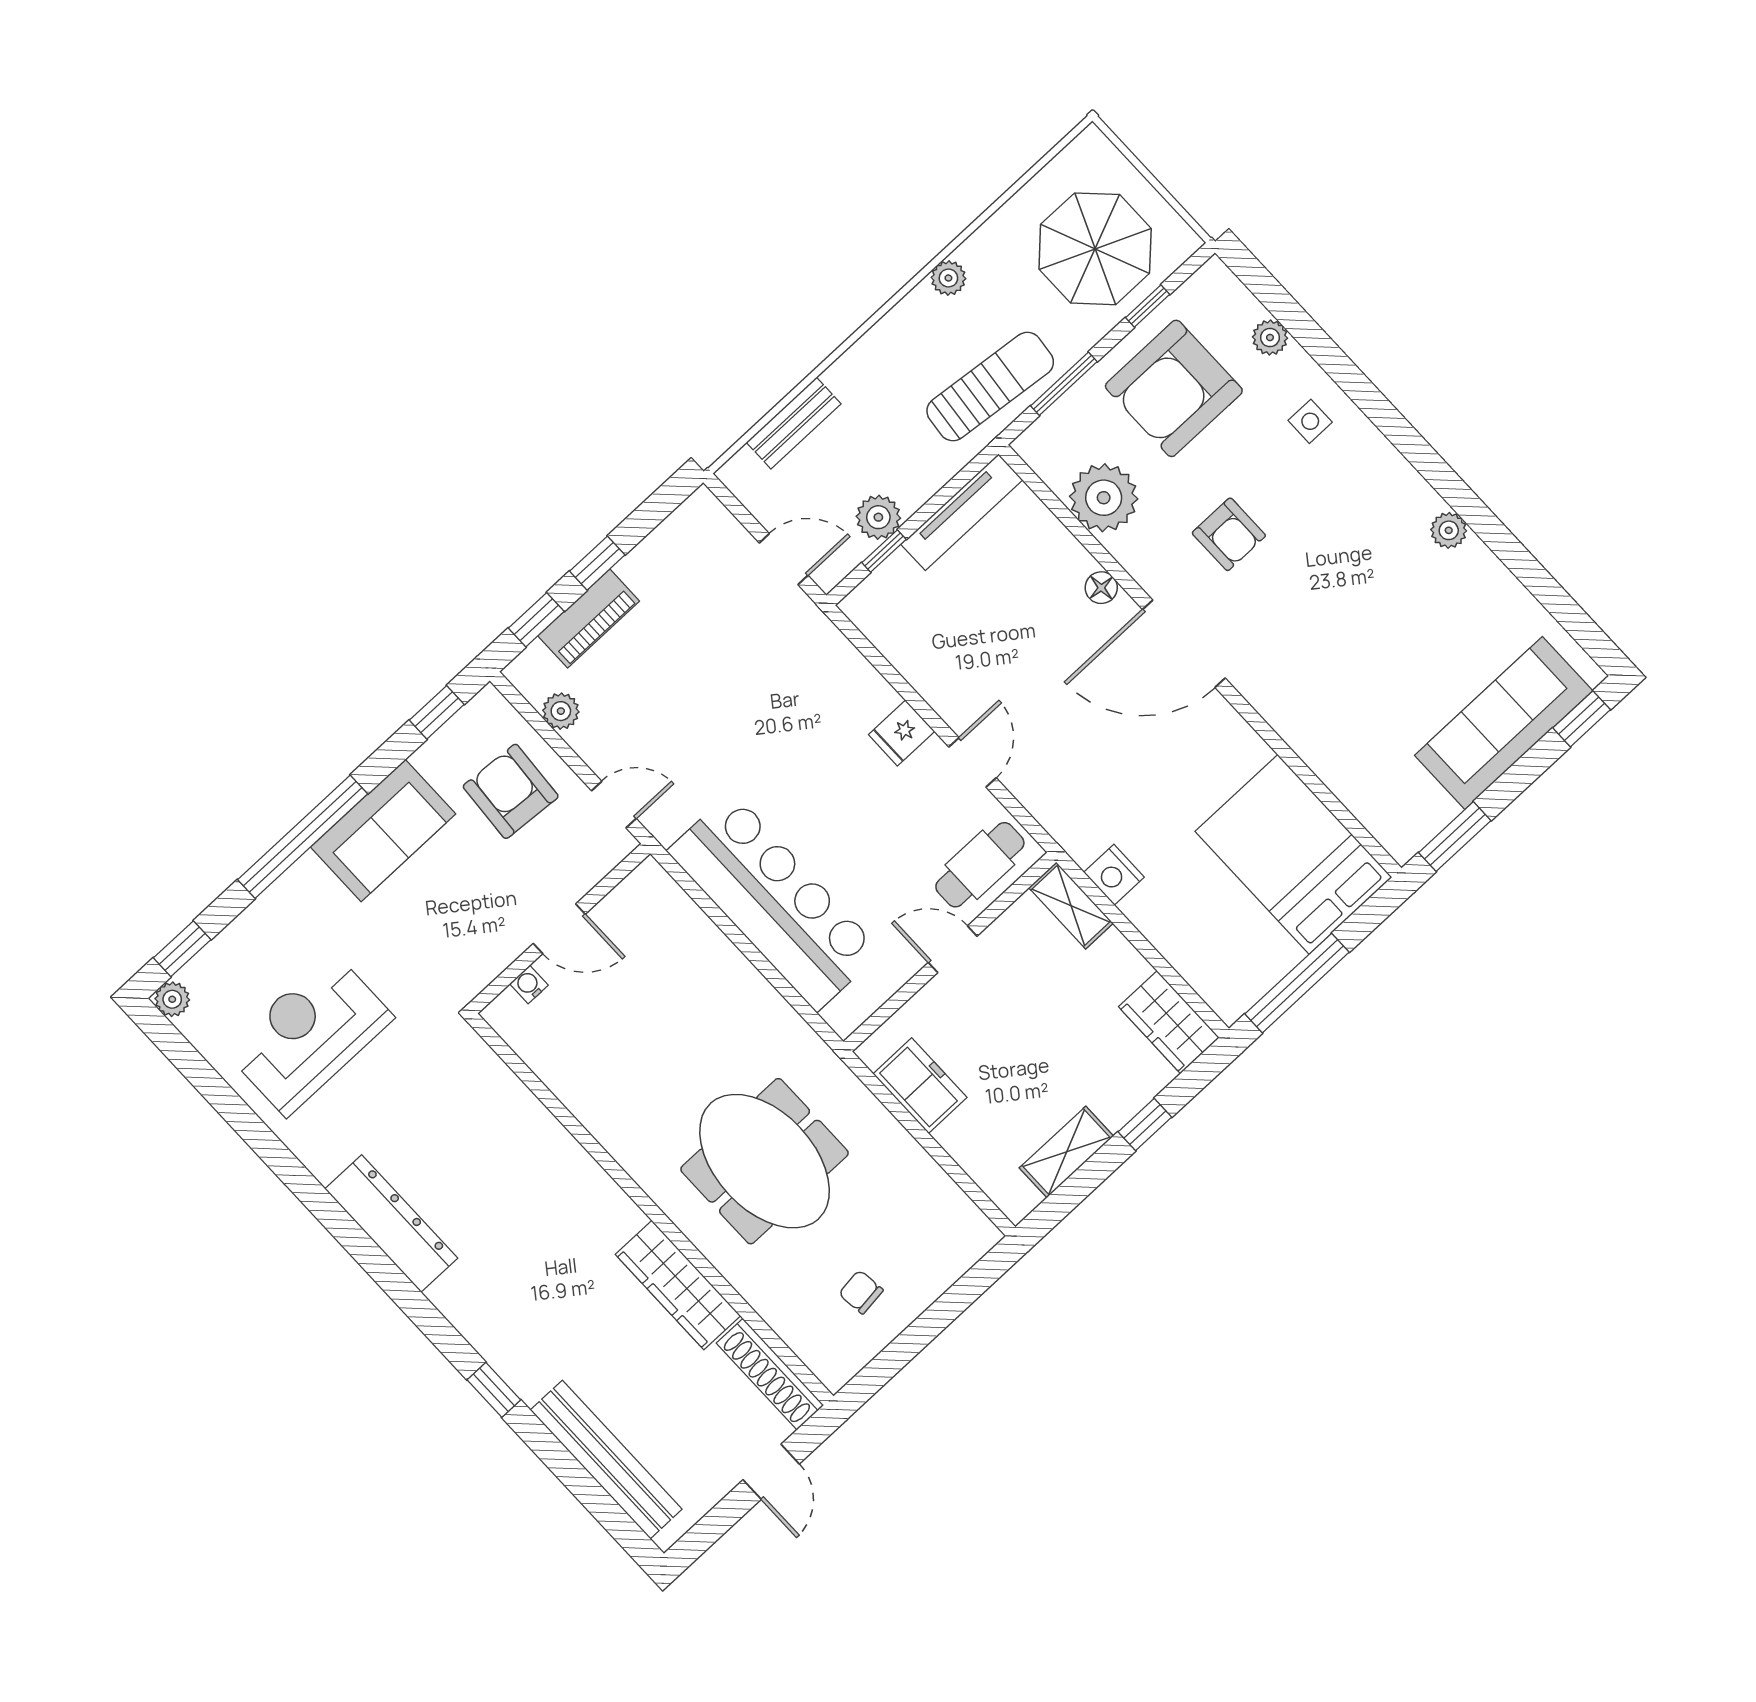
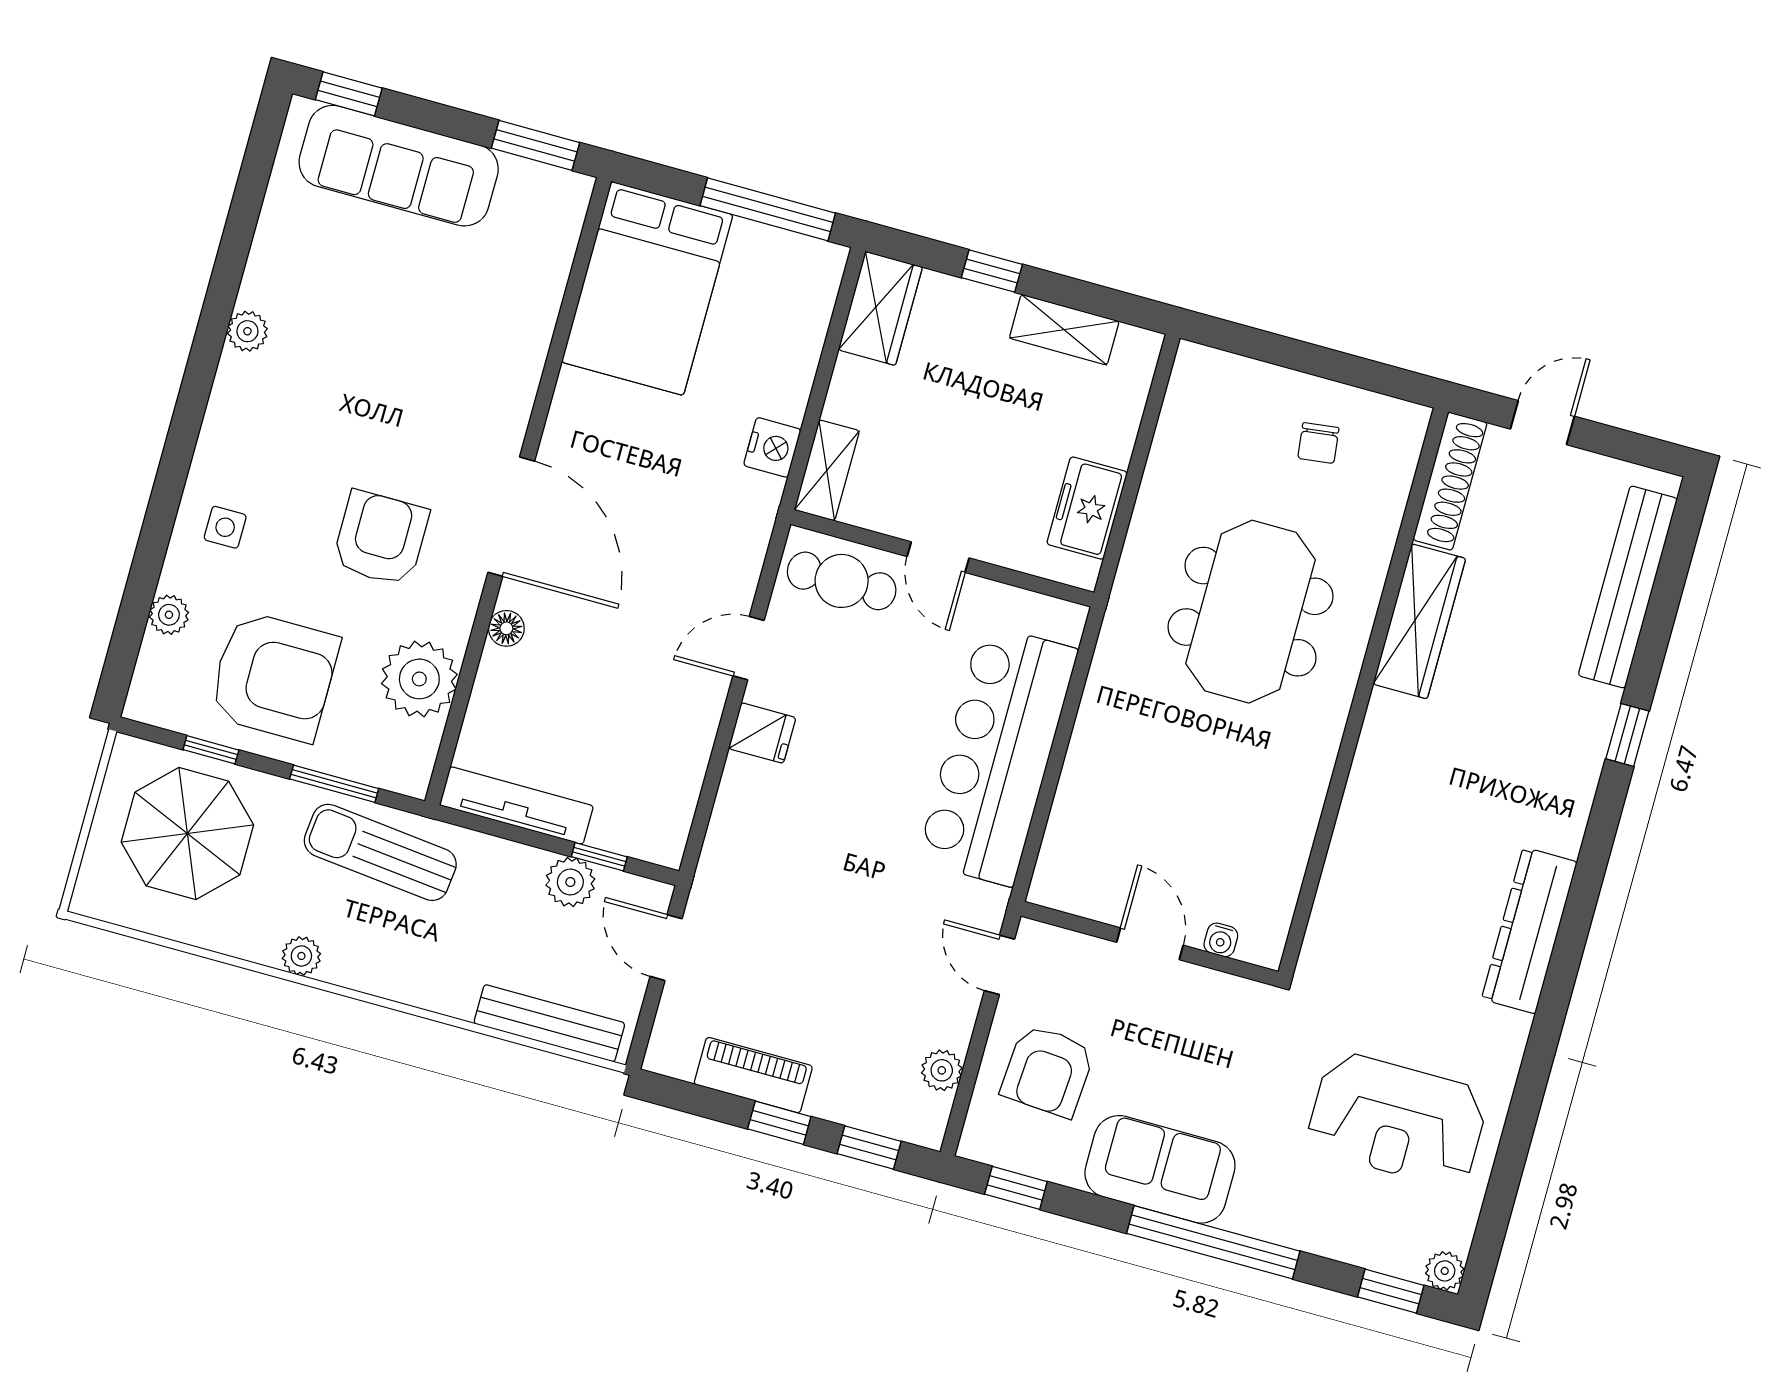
bench: (794, 423) -> (549, 1023), width x1.36
armchair: (1229, 534) -> (381, 538), width x1.38, depth x1.38
piano: (589, 619) -> (753, 1075), moved

